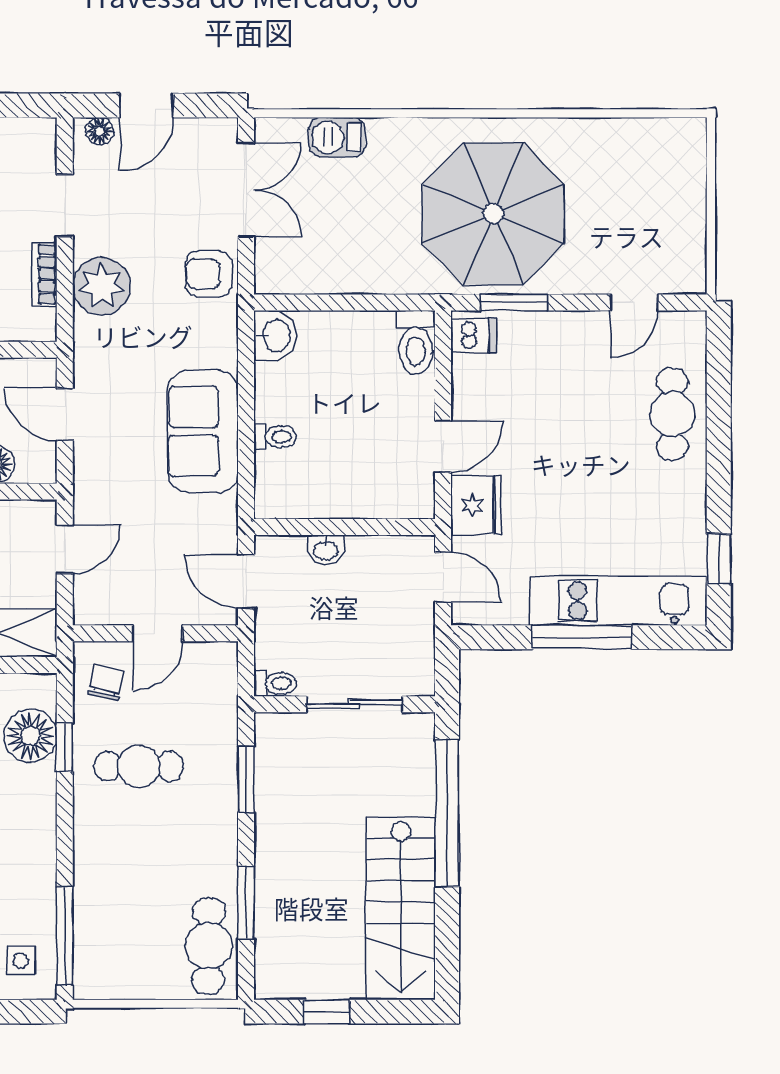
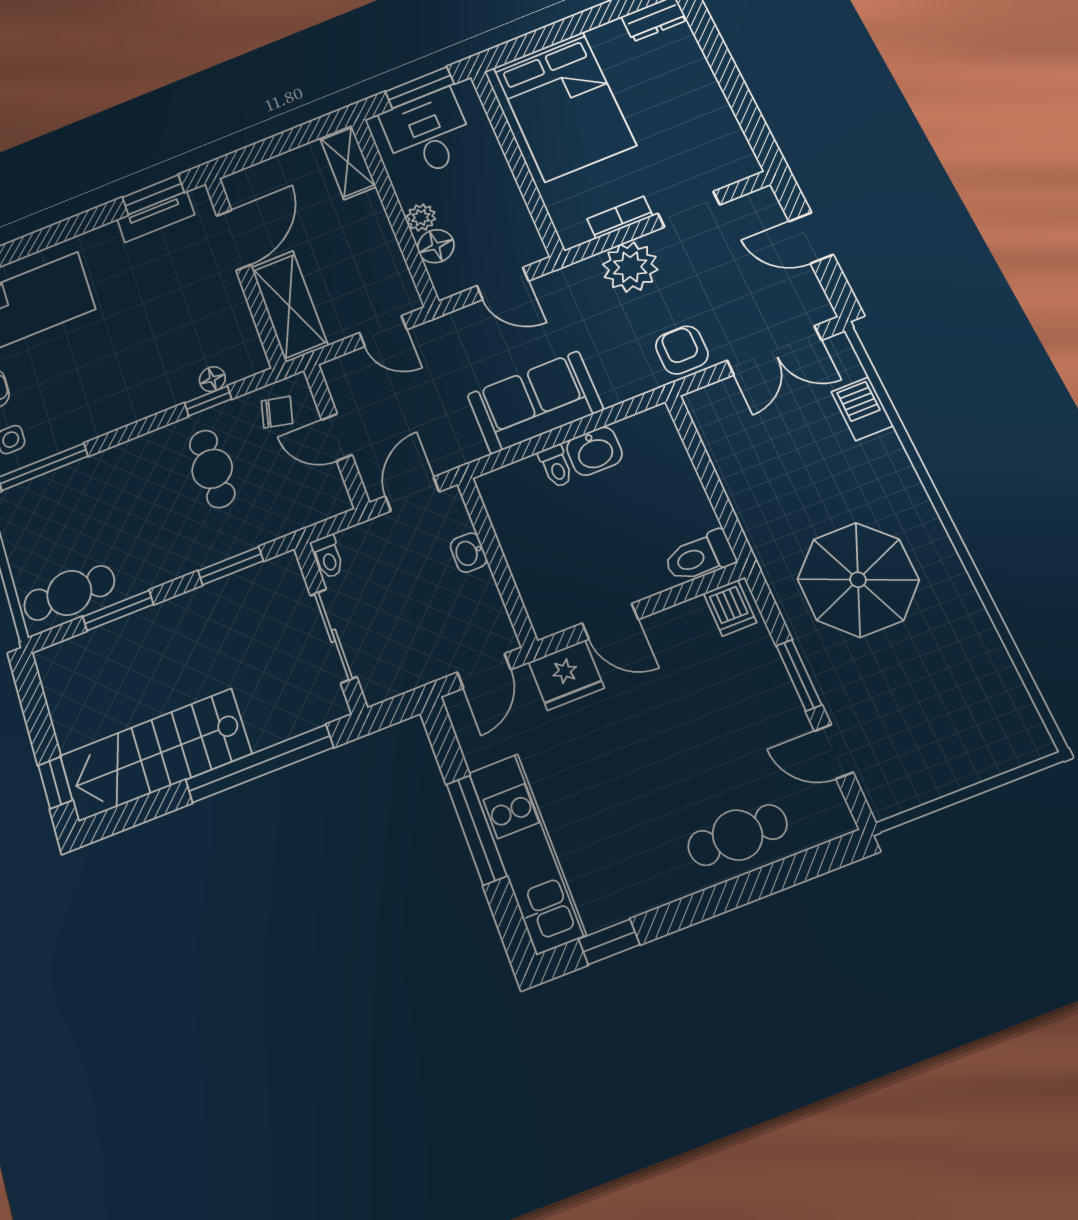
floor lamp: (99, 131) -> (769, 210), removed
parasol: (493, 214) -> (858, 580), width x0.73, depth x0.73
window: (514, 302) -> (799, 675), moved
washbasin: (275, 335) -> (594, 451), moved
door: (65, 414) -> (503, 283), swing flipped
floor lamp: (31, 736) -> (212, 379), width x0.53, depth x0.53
window: (326, 1012) -> (55, 783), moved

